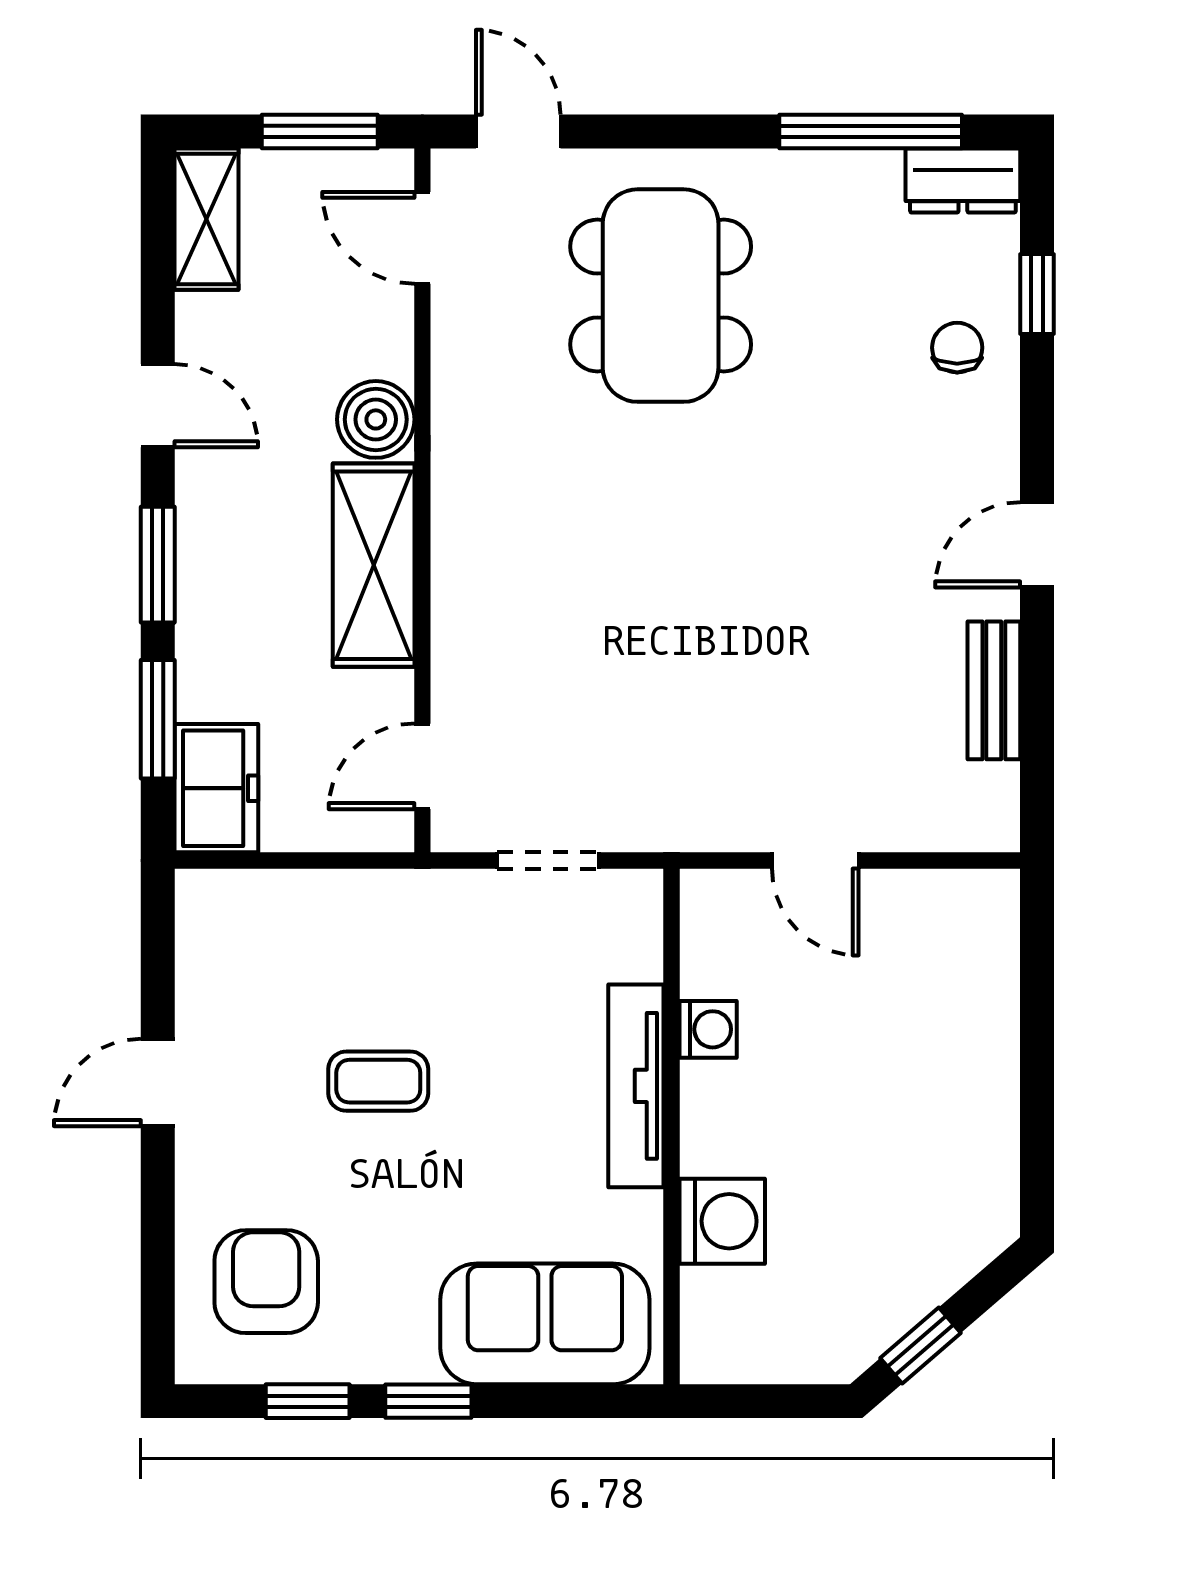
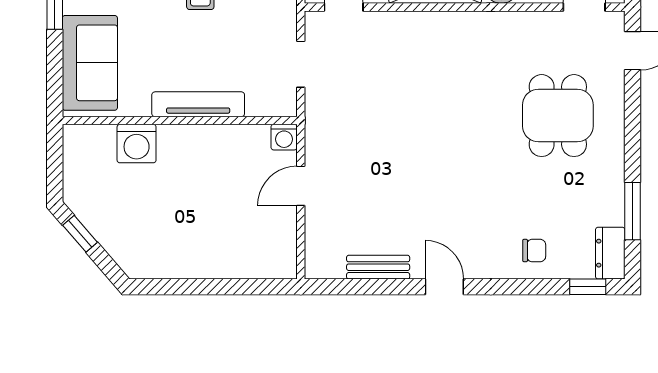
window: (871, 131) -> (632, 211), width x0.69
window: (1037, 294) -> (588, 287), moved
dining table: (661, 296) -> (558, 116), width x0.73
washing machine: (708, 1029) -> (284, 137), moved

